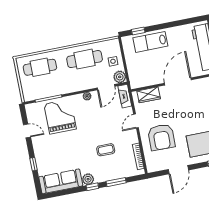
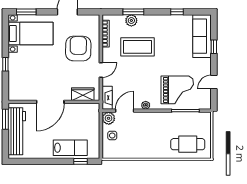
cafe table: (85, 59) -> (141, 144), removed
grand piano: (60, 117) -> (177, 90), turned -90
door: (27, 131) -> (214, 82), hinge flipped
coffee table: (106, 150) -> (138, 47), width x1.86, depth x1.72
plant: (88, 179) -> (131, 20), moved
sofa: (61, 181) -> (202, 36), moved, turned 90
window: (92, 187) -> (177, 12), moved

